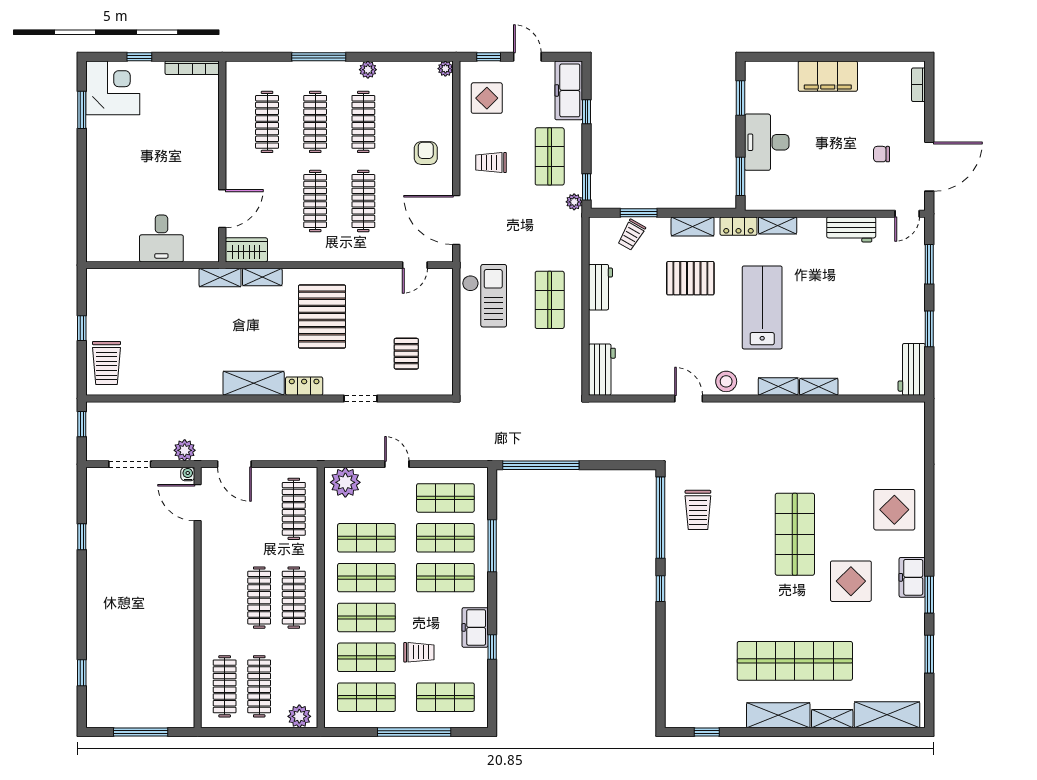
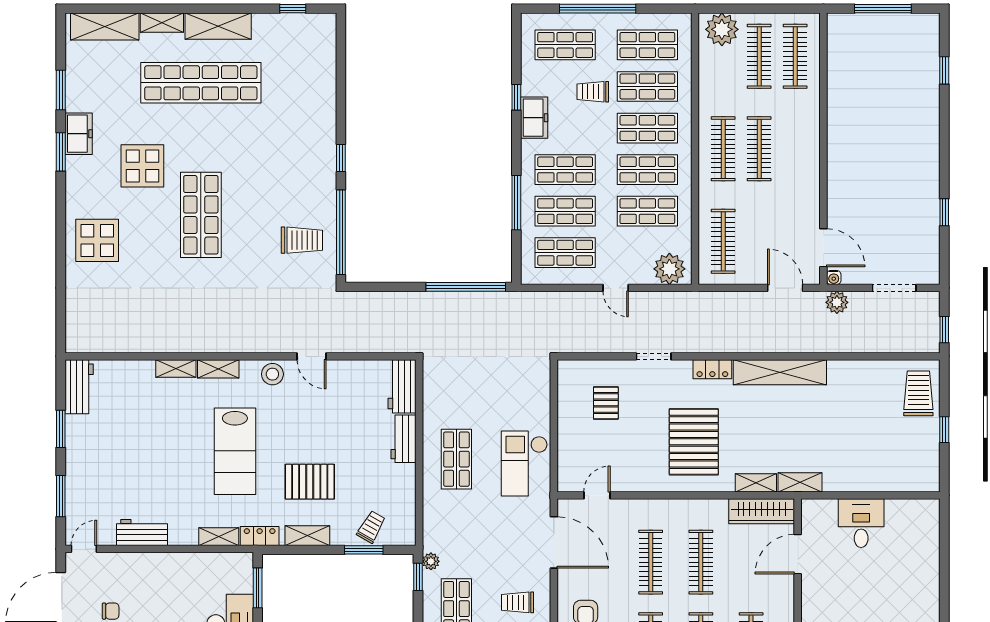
trolley: (491, 163) -> (518, 602), turned 180
wardrobe: (246, 250) -> (762, 511), width x1.50
workbench: (600, 287) -> (404, 439), moved
shelving: (254, 383) -> (780, 372), width x1.47
trolley: (698, 510) -> (302, 240), turned 90
freezer: (912, 577) -> (79, 134), moved
plant: (299, 716) -> (722, 29), width x1.36, depth x1.36

